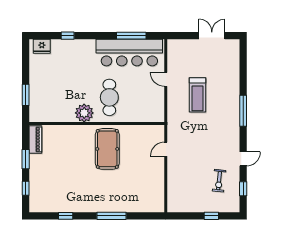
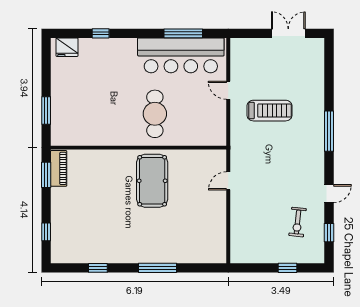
treadmill: (197, 95) -> (269, 111), turned -90
plant: (84, 113) -> (122, 134), removed
window: (26, 159) -> (46, 175), moved

